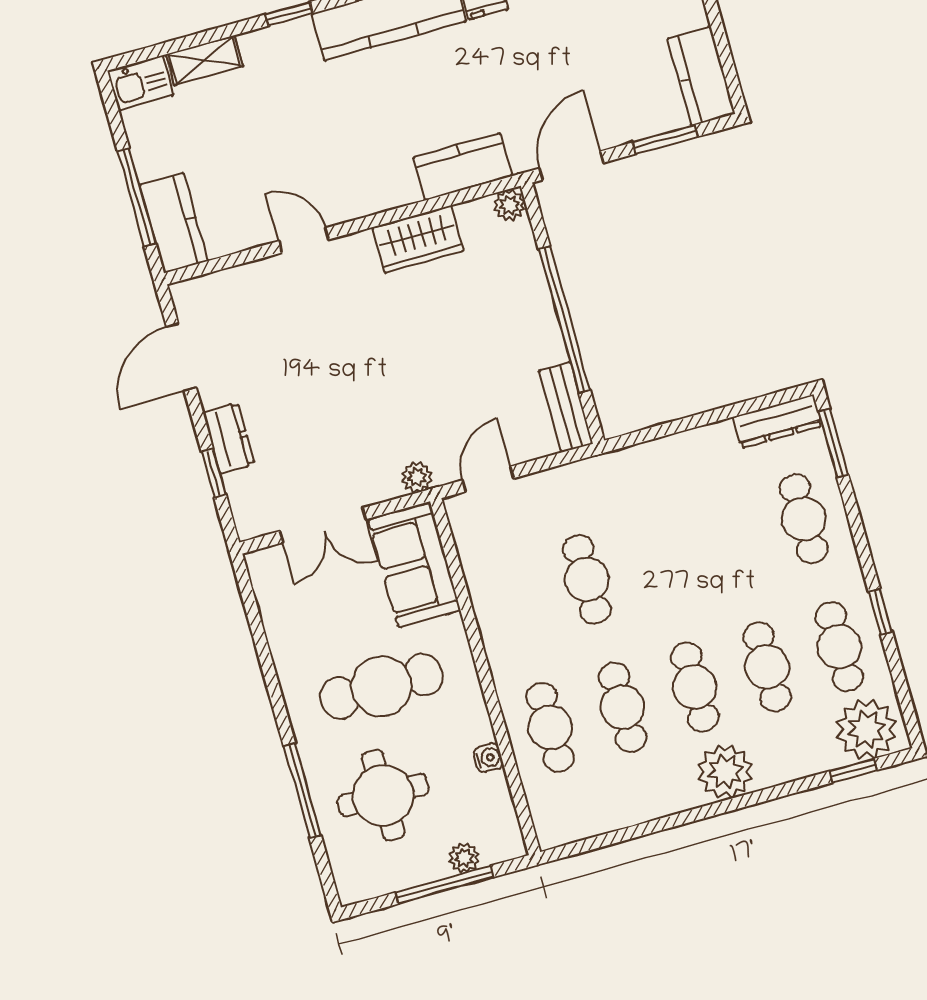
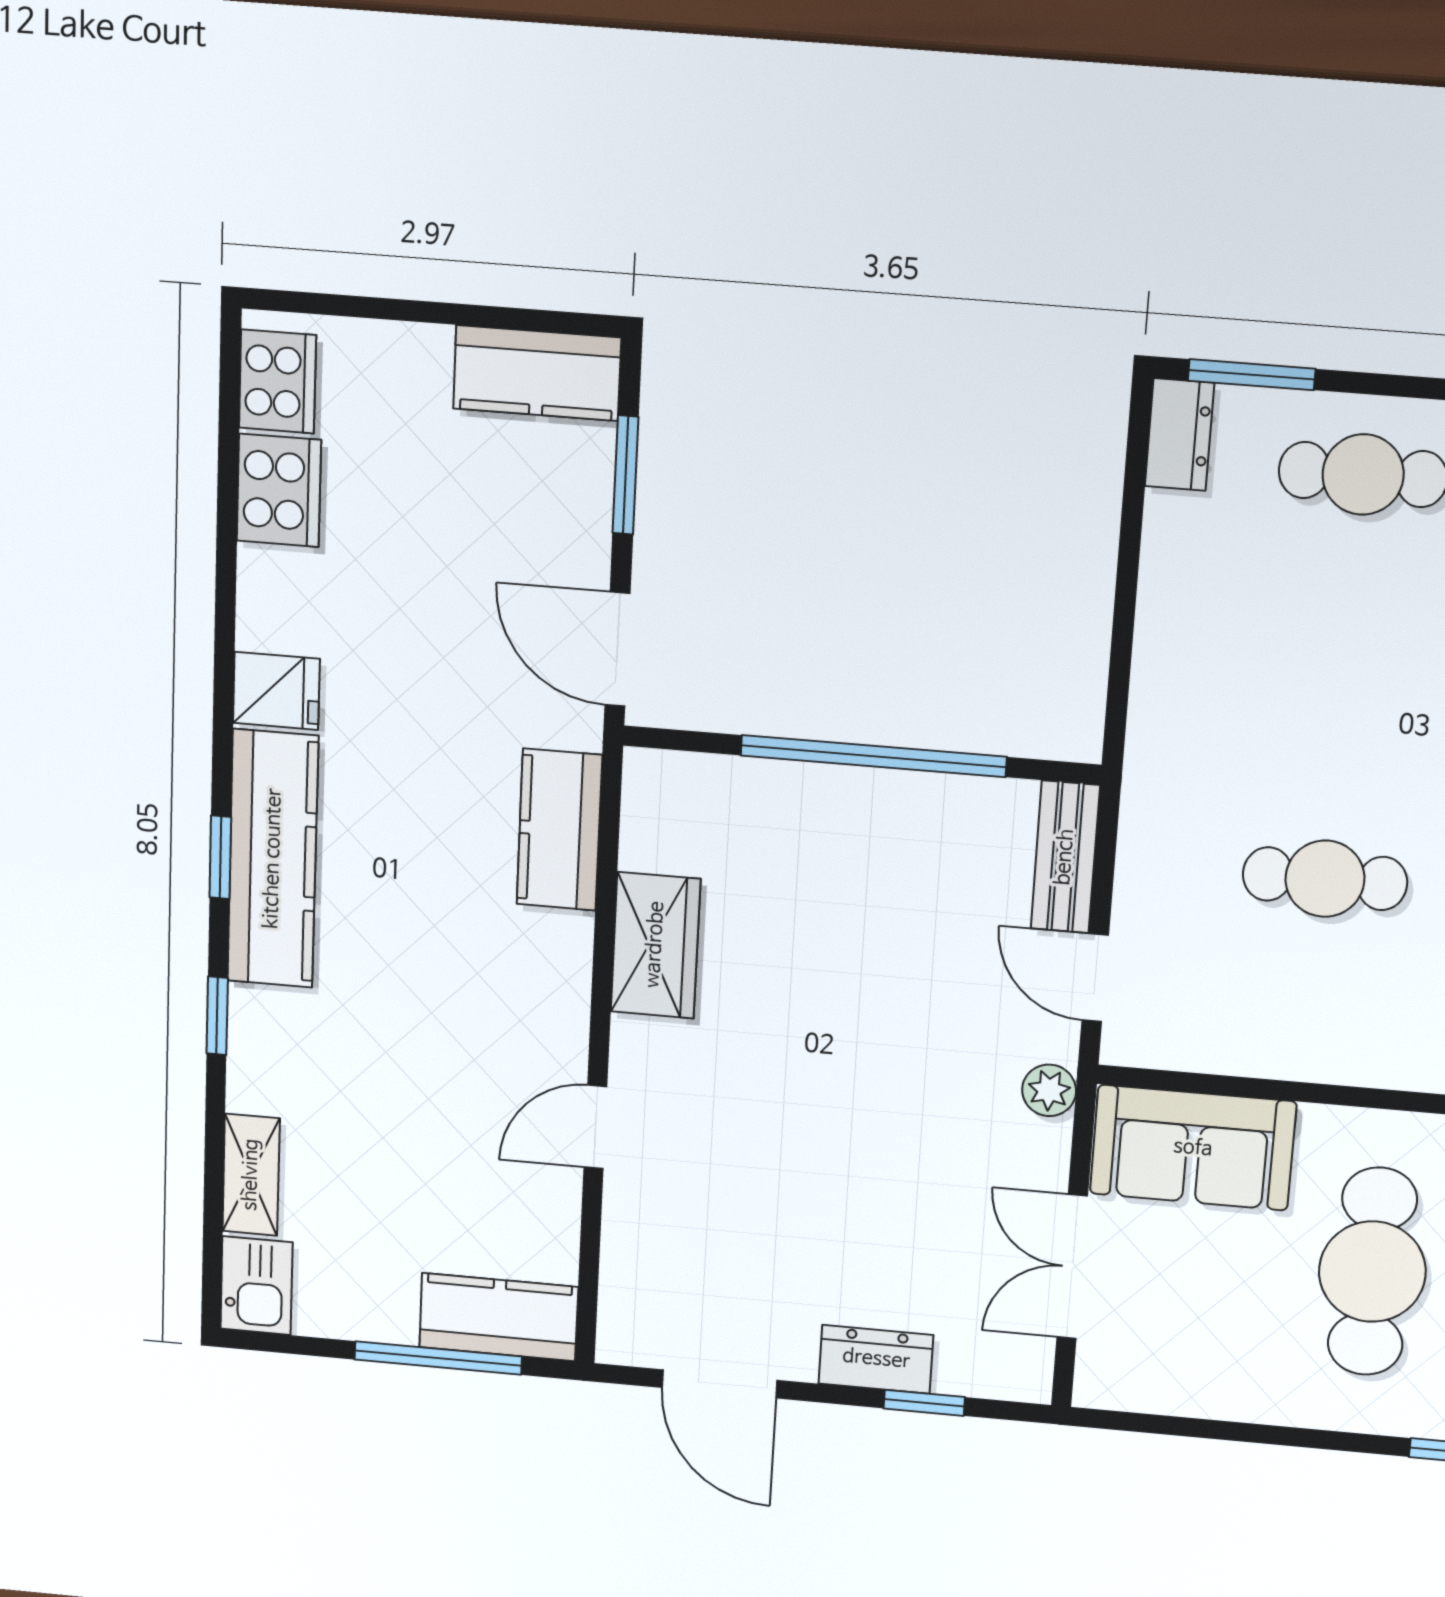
plant: (509, 205) -> (650, 777), removed
bench: (566, 407) -> (1065, 857), moved, turned 90
dresser: (778, 421) -> (1179, 435), width x0.70
double door: (323, 525) -> (1072, 1267), swing flipped

